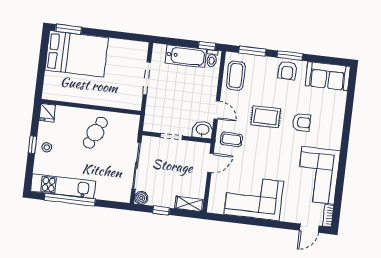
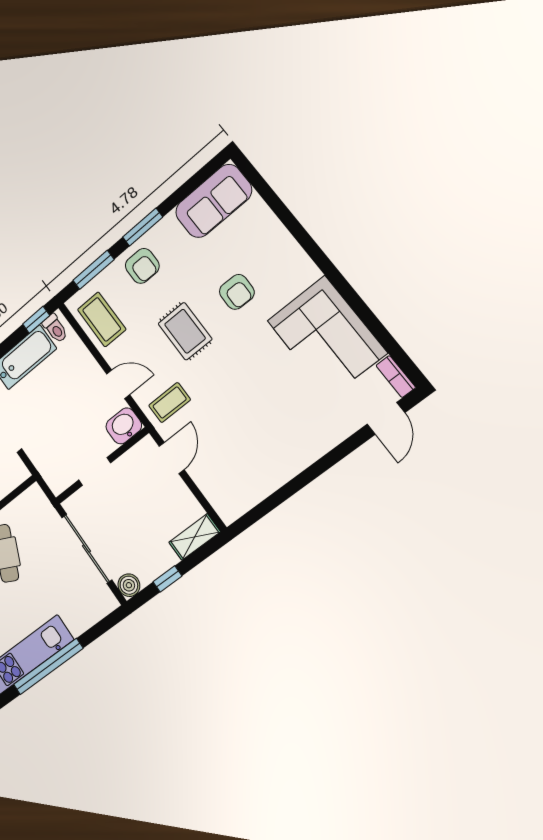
armchair: (287, 70) -> (142, 266), moved
rug: (266, 117) -> (185, 331), turned 90
armchair: (301, 122) -> (237, 292), turned 91
corner sofa: (254, 198) -> (270, 450), removed

